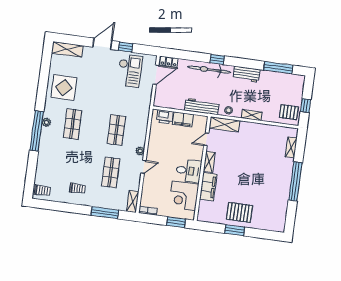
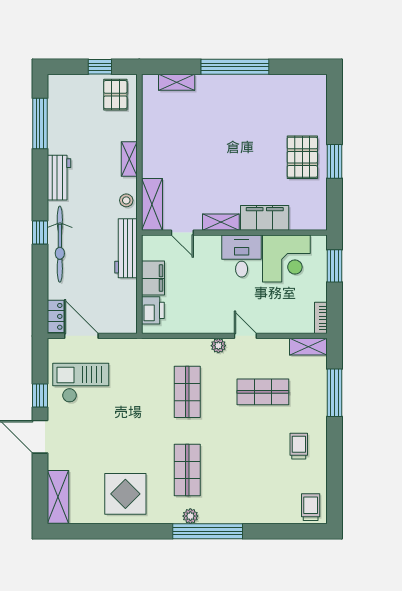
shop shelf: (73, 124) -> (187, 470), turned 90
shop shelf: (116, 130) -> (187, 392), turned 90

